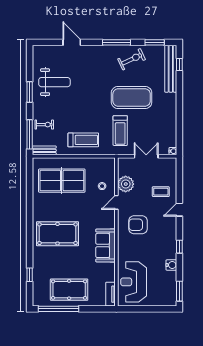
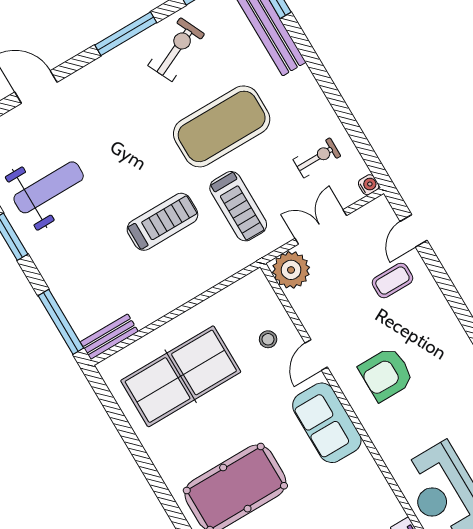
exercise bike: (44, 125) -> (317, 158), moved
treadmill: (83, 140) -> (162, 222), moved
plant: (126, 184) -> (291, 270), moved
door: (179, 210) -> (414, 231), moved
sofa: (105, 245) -> (327, 423), moved

